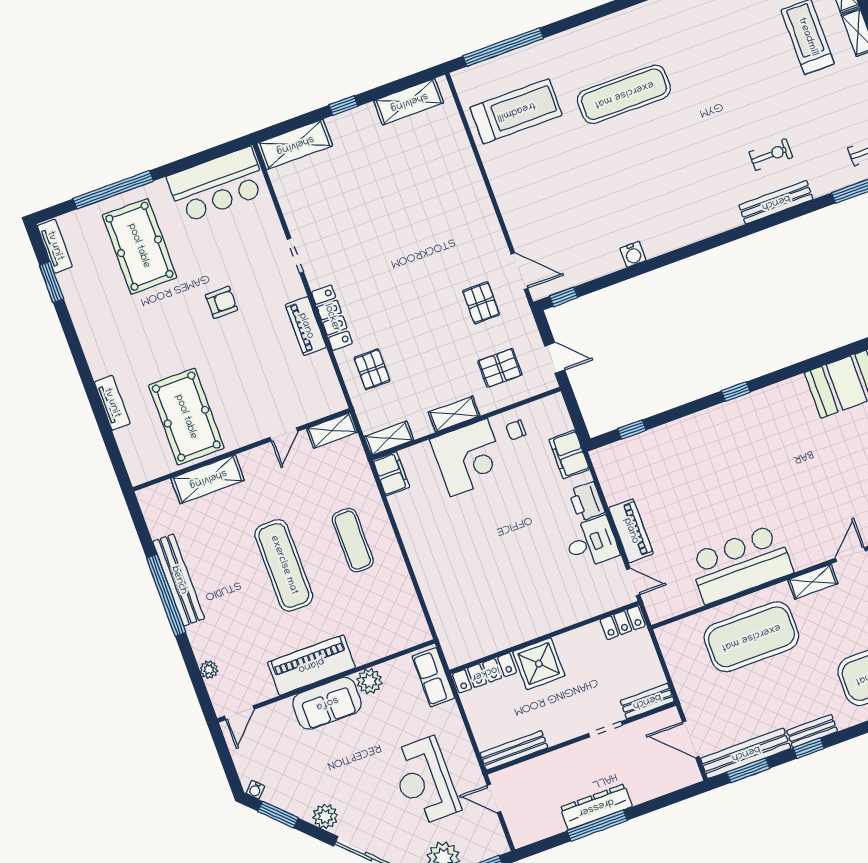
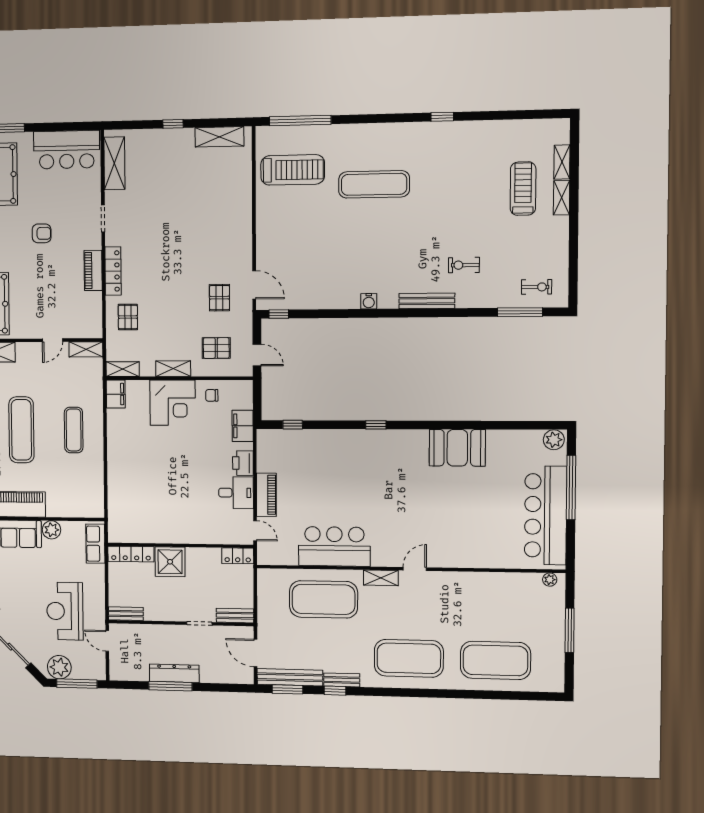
shelving: (295, 145) -> (114, 163), moved, turned 90
exercise bike: (771, 155) -> (464, 265), turned 180
bench: (776, 202) -> (427, 301), moved
water cooler: (633, 254) -> (369, 301), moved
bench: (514, 750) -> (126, 614), width x0.73

